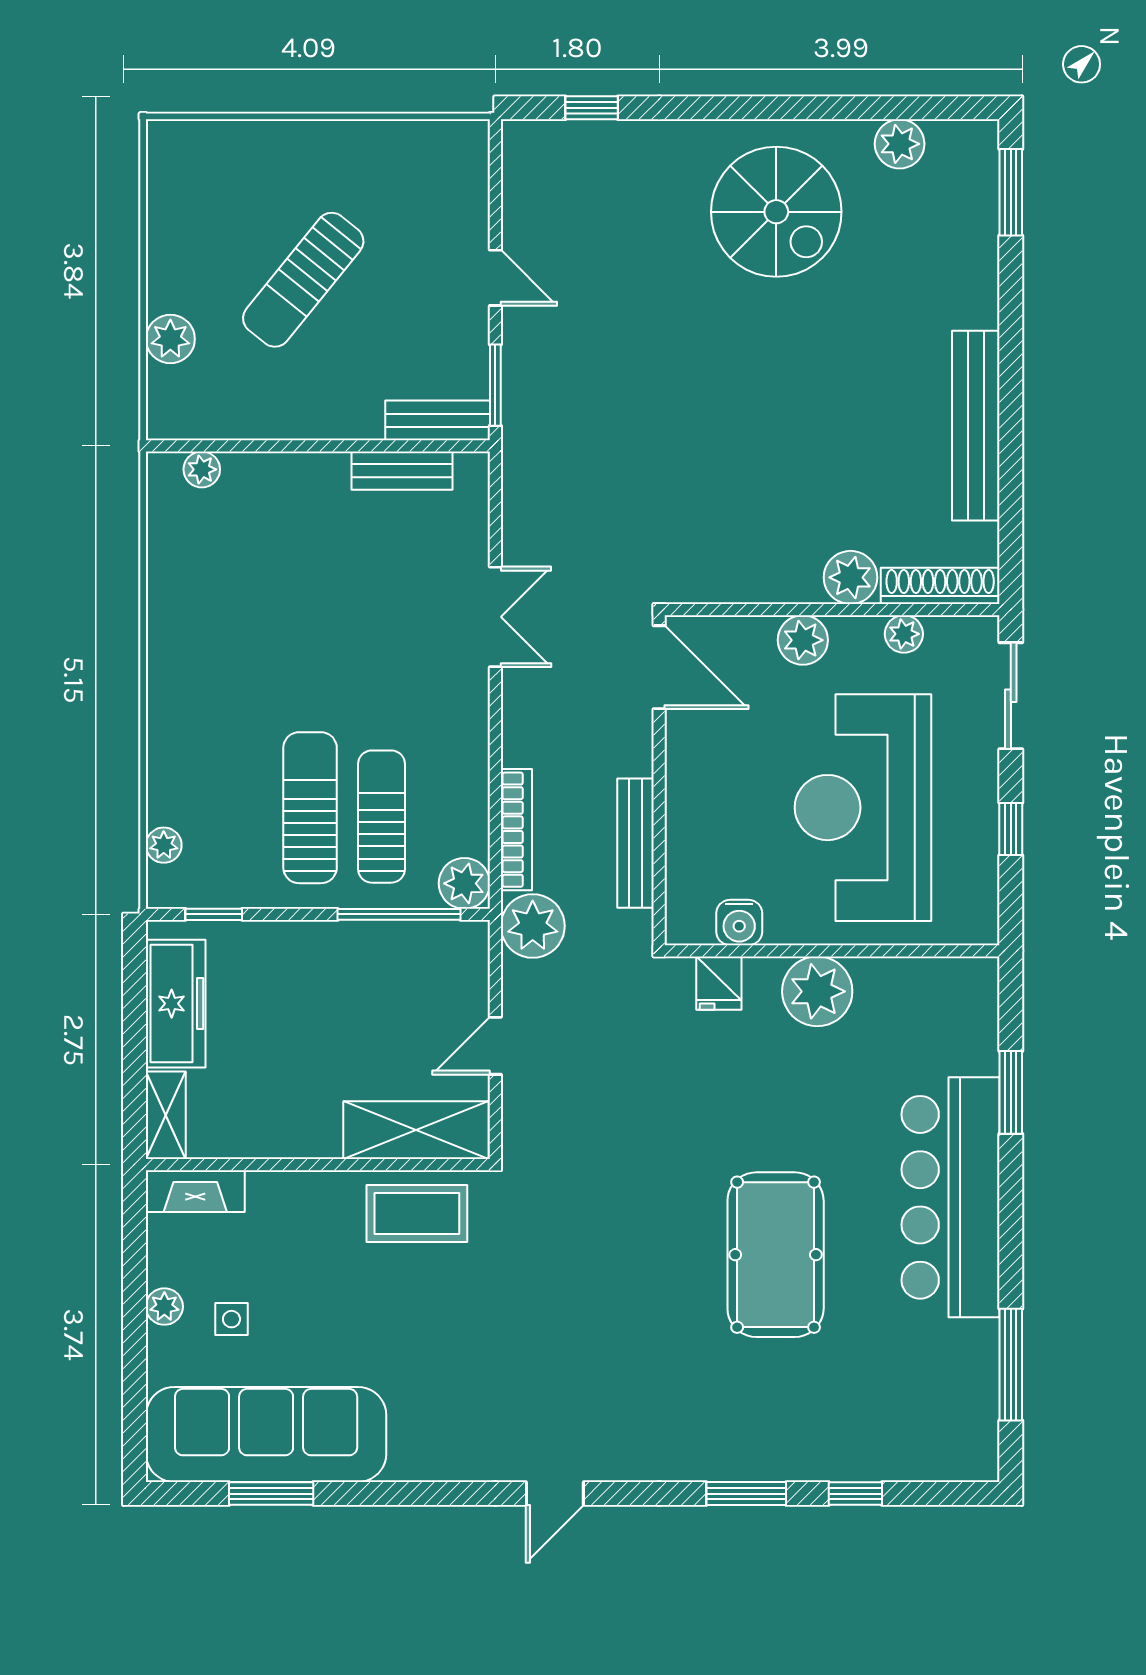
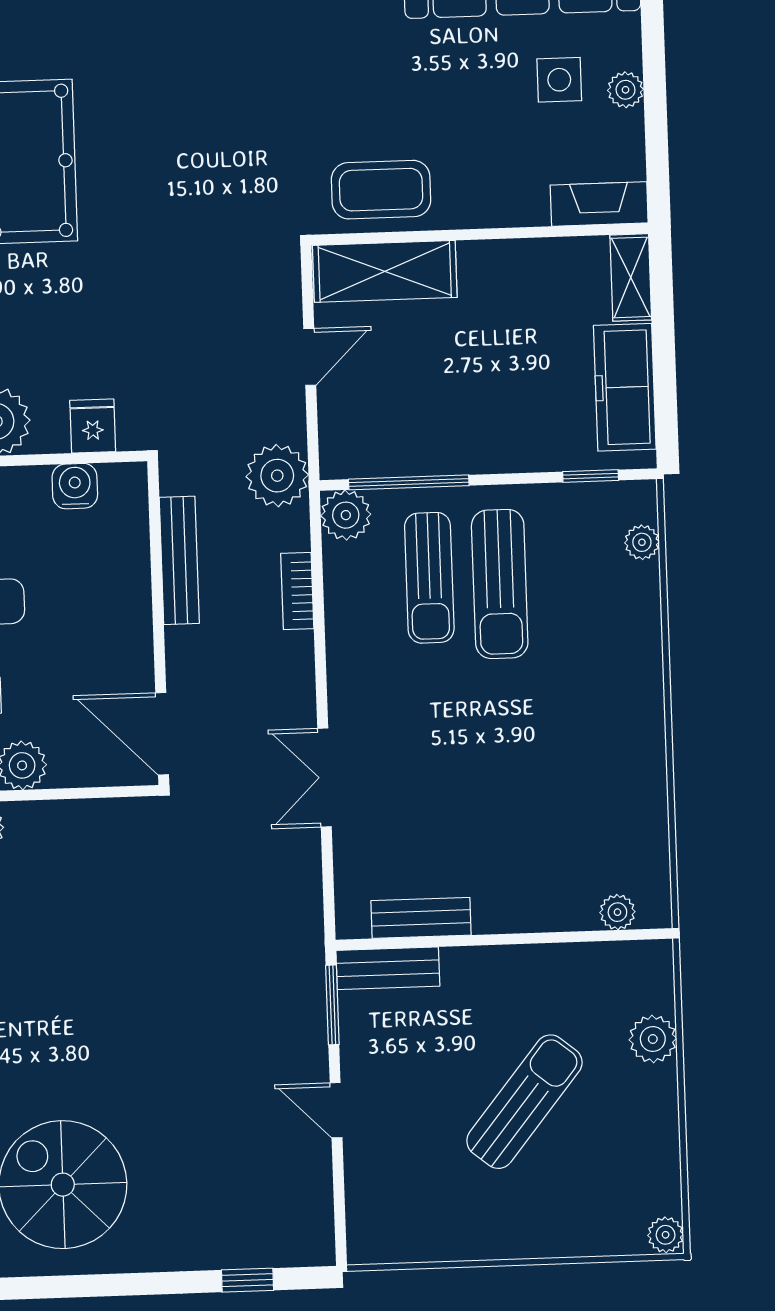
plant: (164, 139) -> (666, 1235), added
bookcase: (516, 830) -> (297, 591), width x0.64
side table: (231, 1319) -> (559, 80), width x1.37, depth x1.37

